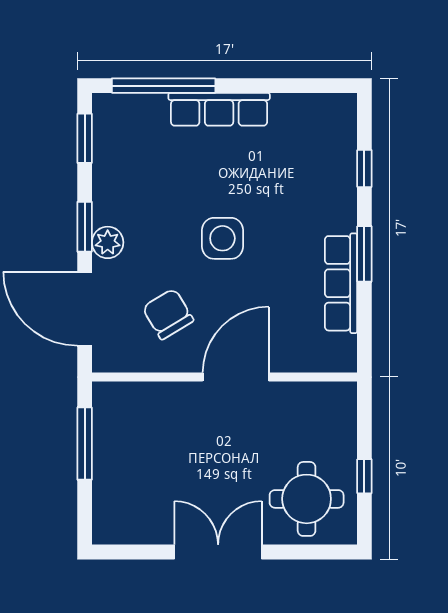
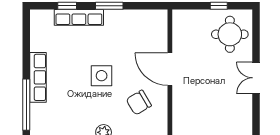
row of seats: (341, 283) -> (79, 17), moved
double door: (218, 552) -> (256, 78), width x0.73

